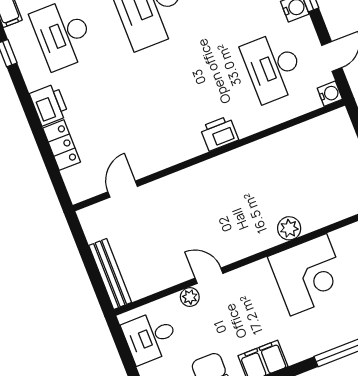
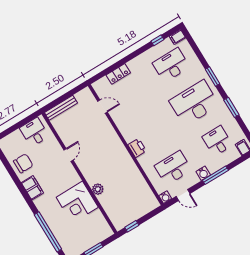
printer: (49, 105) -> (136, 65), removed
plant: (190, 297) -> (57, 148), removed

